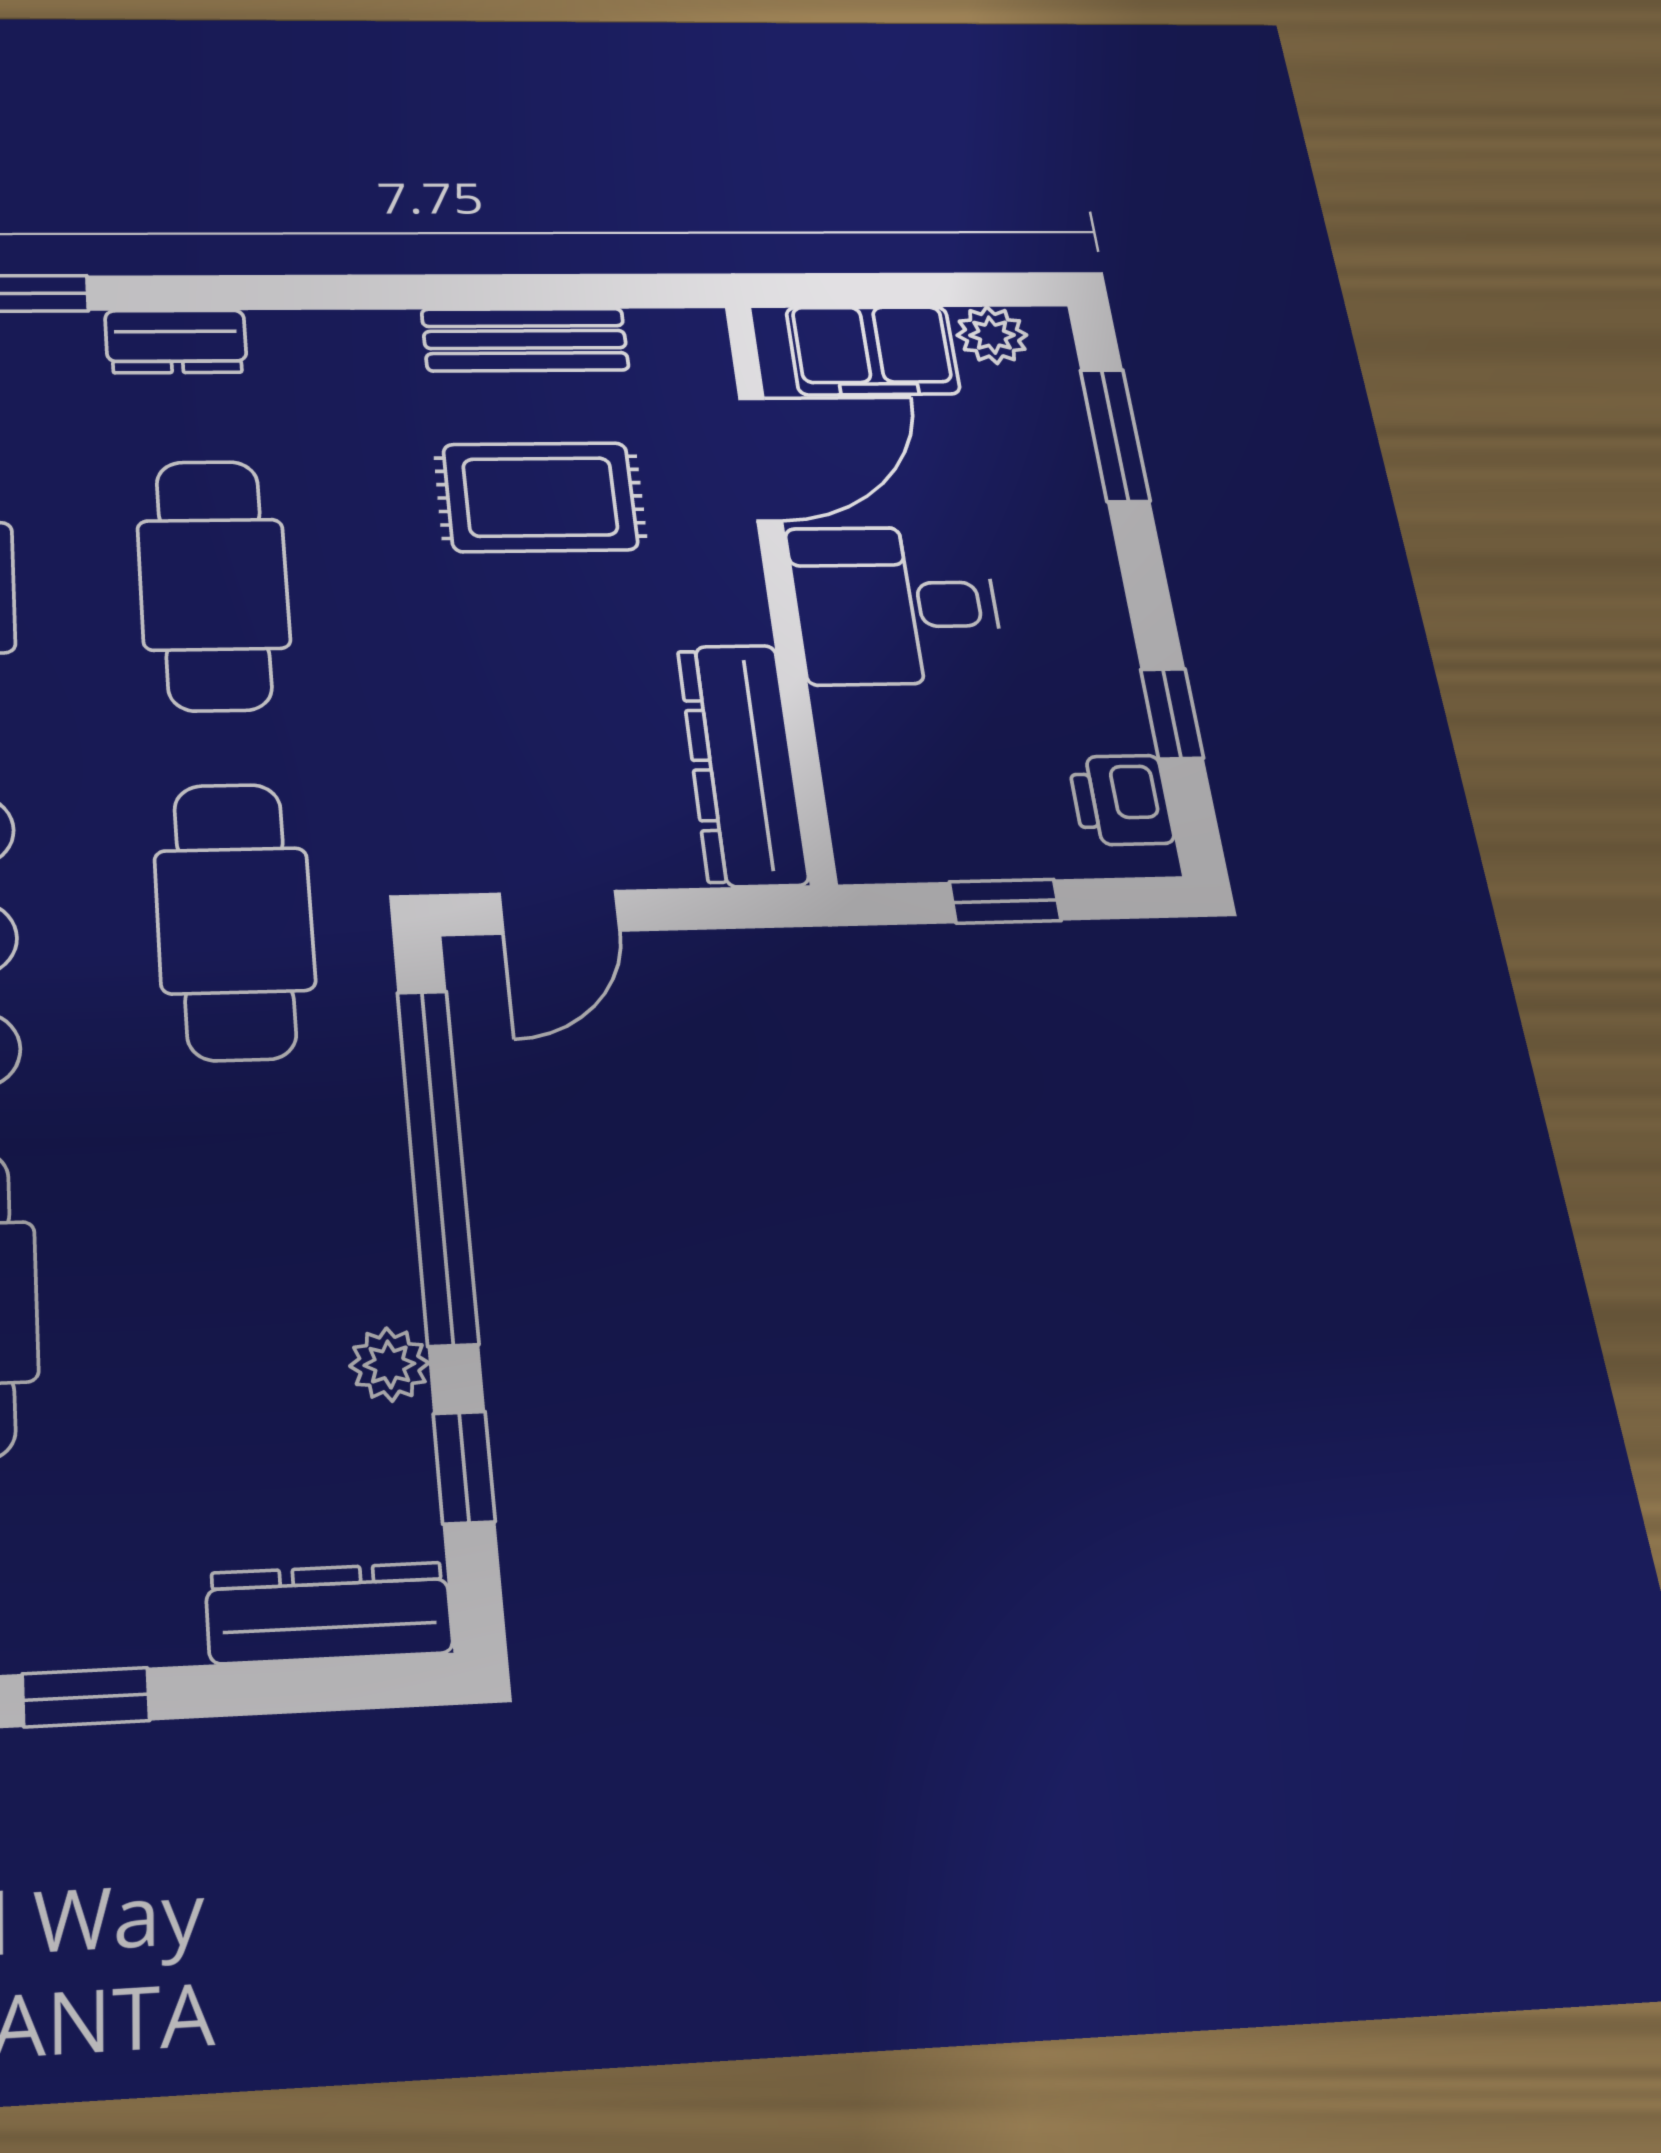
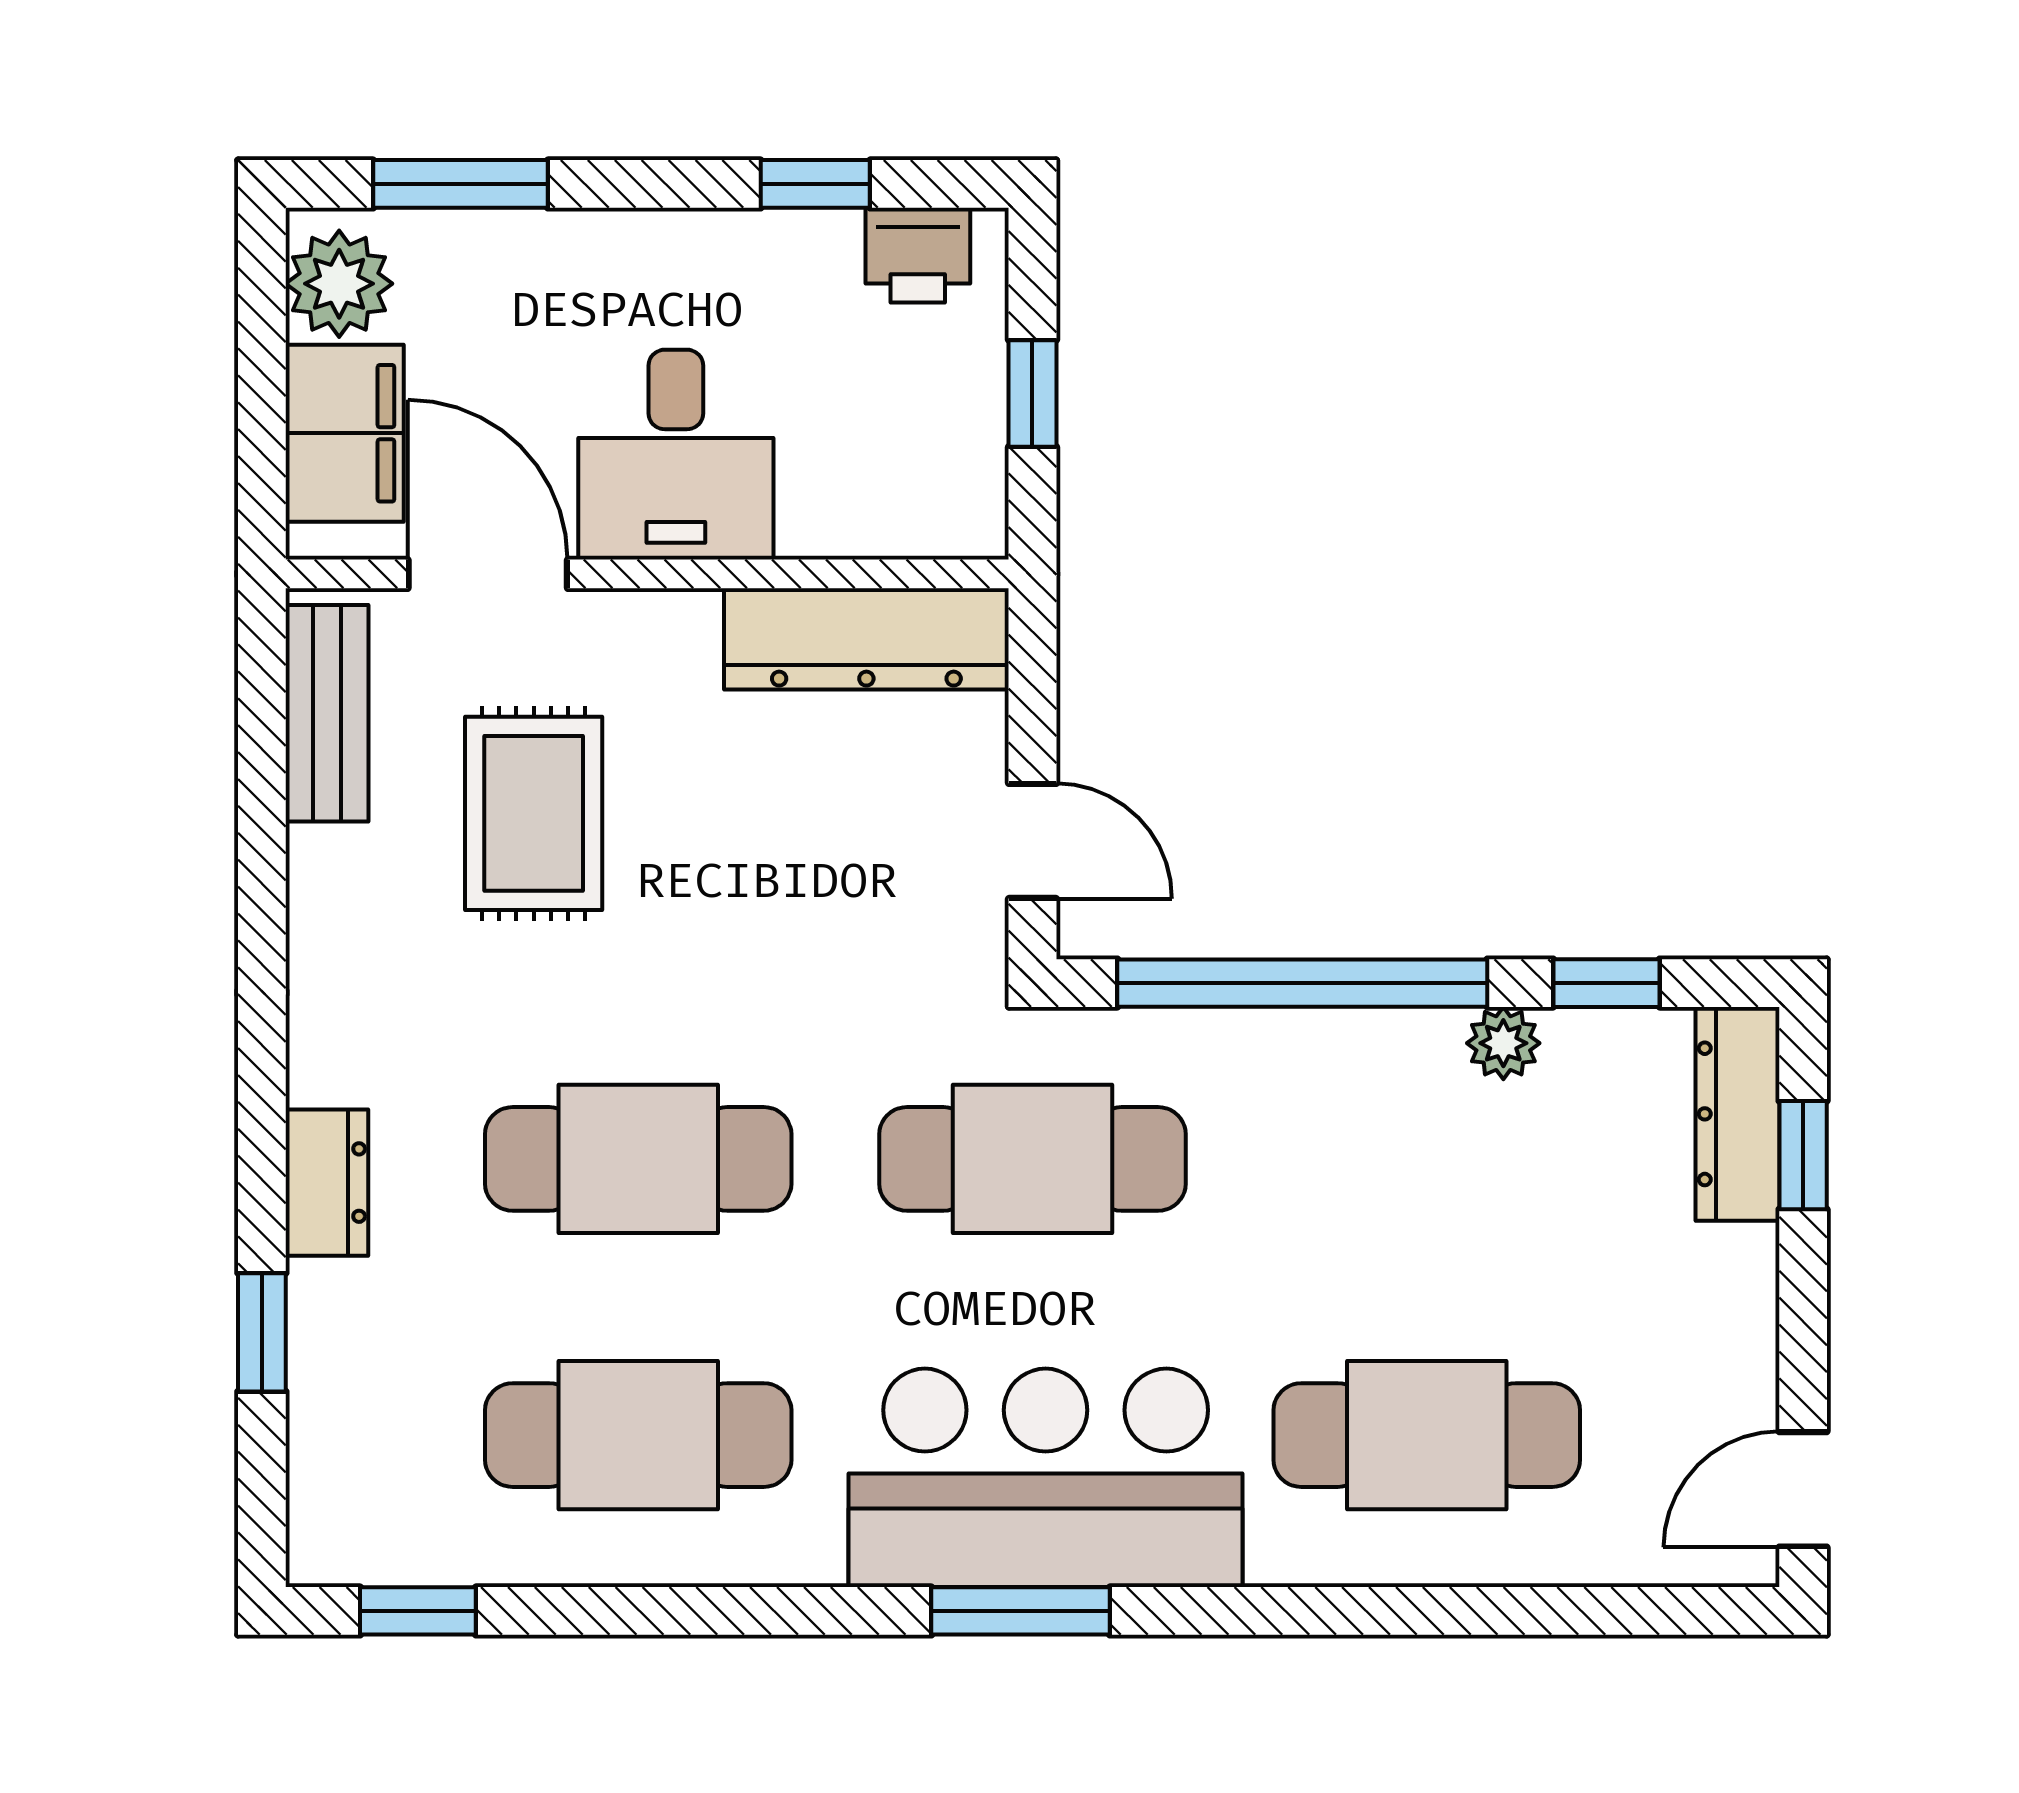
plant: (992, 335) -> (339, 284), width x1.38, depth x1.38
bench: (525, 340) -> (327, 713), moved
window: (86, 1697) -> (1803, 1155), moved

